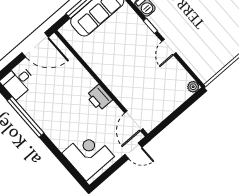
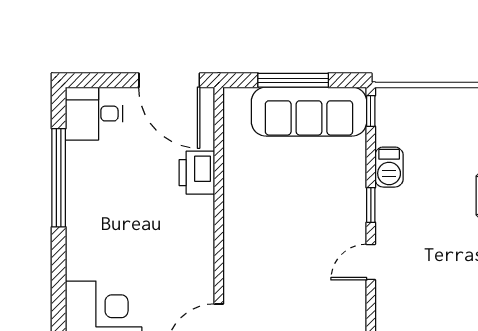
printer: (99, 98) -> (197, 173), moved

